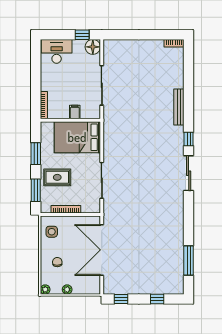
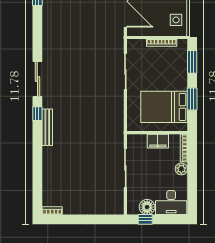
floor lamp: (93, 47) -> (147, 207), moved
plant: (46, 85) -> (181, 169), added
bench: (179, 107) -> (47, 127), moved
filing cabinet: (75, 112) -> (158, 141), width x2.00
bed: (77, 137) -> (164, 107), moved, turned 180
rug: (57, 177) -> (170, 75), removed

